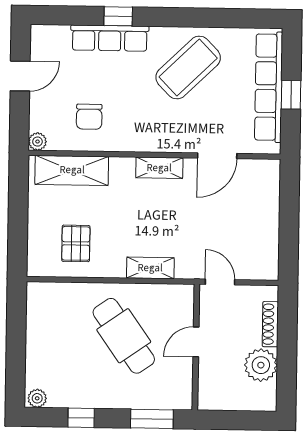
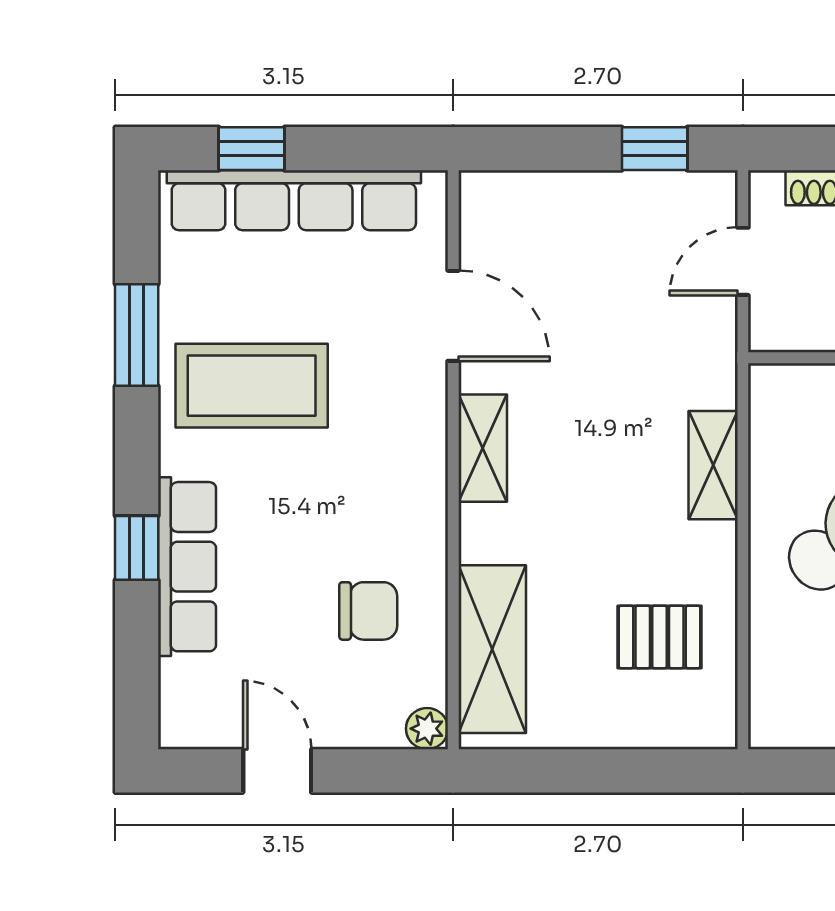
window: (211, 18) -> (137, 335), added
coffee table: (188, 67) -> (252, 386), turned -46
window: (291, 95) -> (252, 149), moved
window: (289, 245) -> (655, 149), added
door: (220, 282) -> (743, 261), moved

